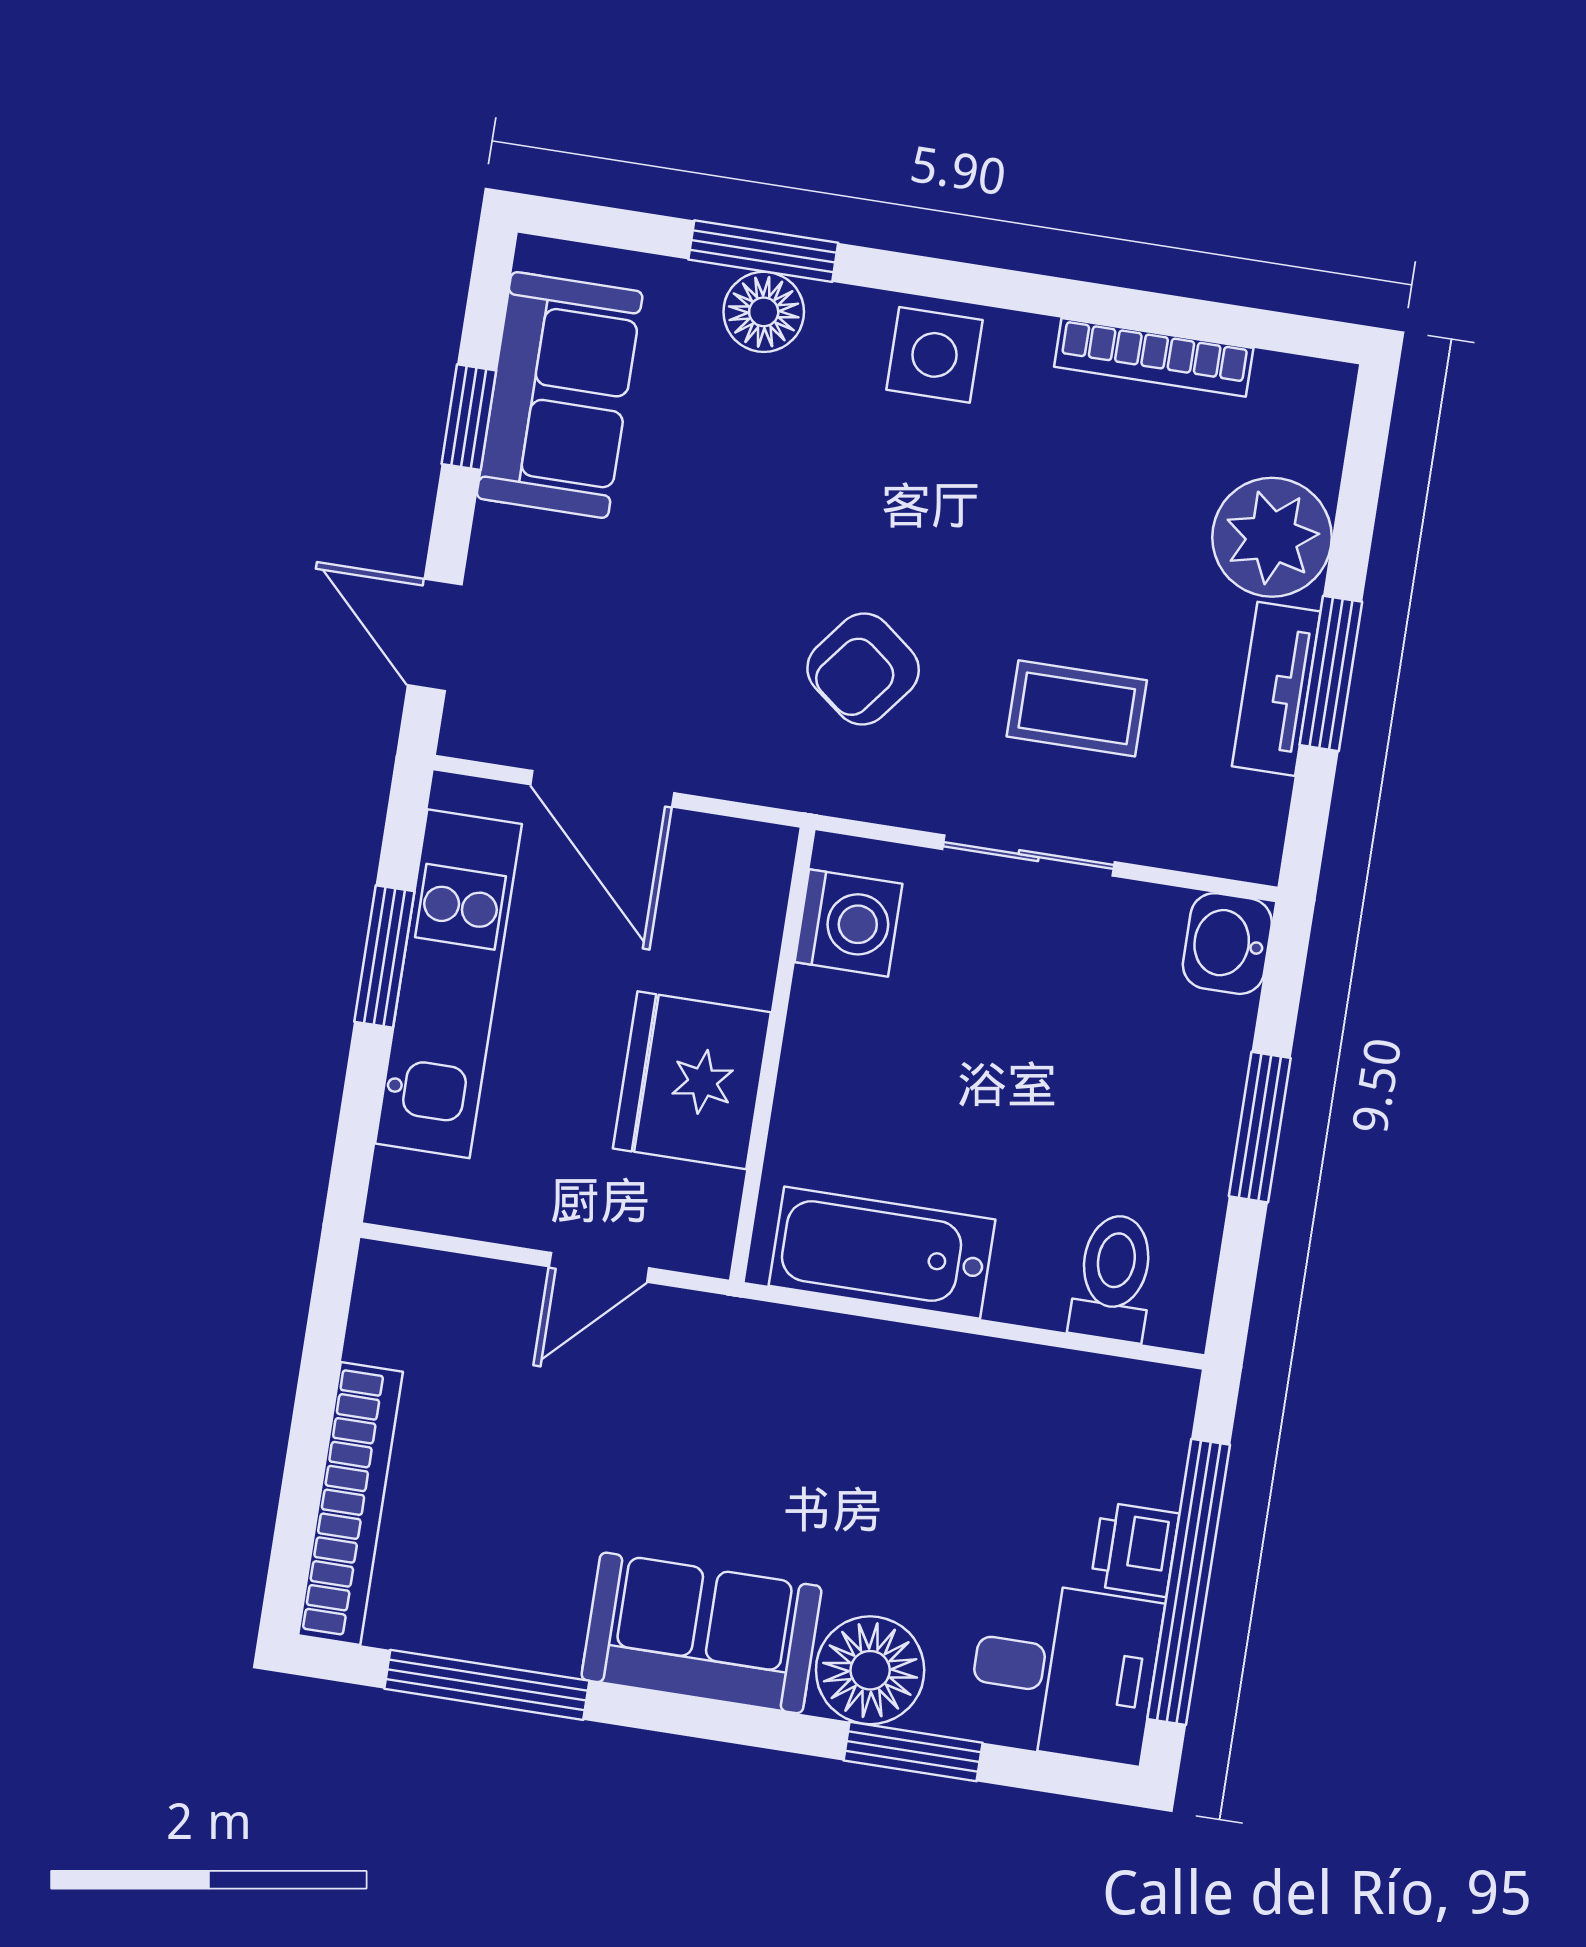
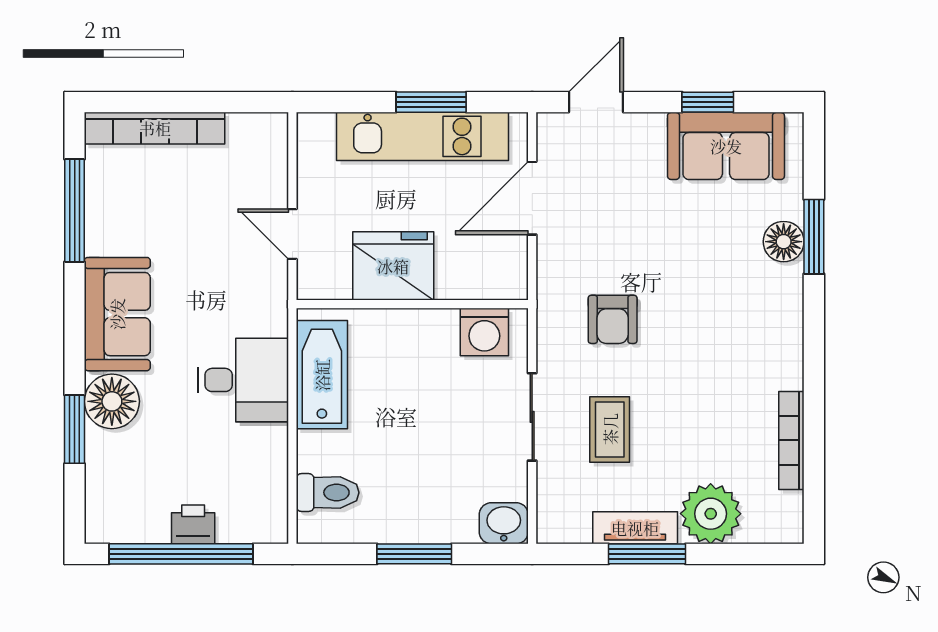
side table: (934, 355) -> (775, 330), removed
armchair: (863, 669) -> (613, 319), turned -128
desk: (1064, 1672) -> (243, 380), moved, turned -90

